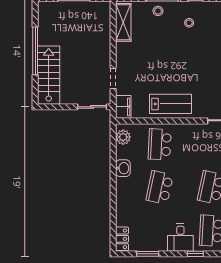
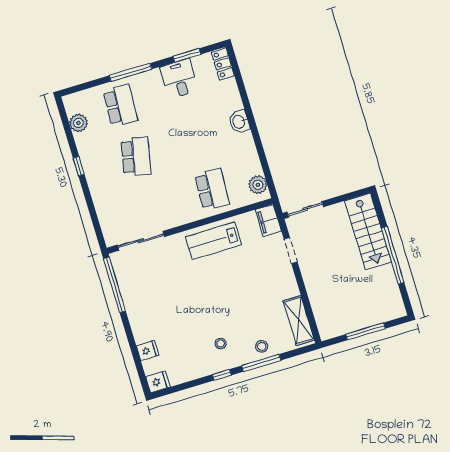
washbasin: (123, 168) -> (239, 122), moved
school desk: (160, 187) -> (197, 138), removed
desk: (180, 238) -> (179, 79), moved
window: (195, 254) -> (131, 72), width x2.17

